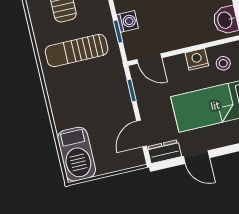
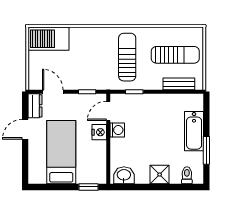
washing machine: (127, 21) -> (117, 130), moved, turned -90
nightstand: (197, 59) -> (99, 132), moved
stool: (223, 63) -> (92, 166), removed

